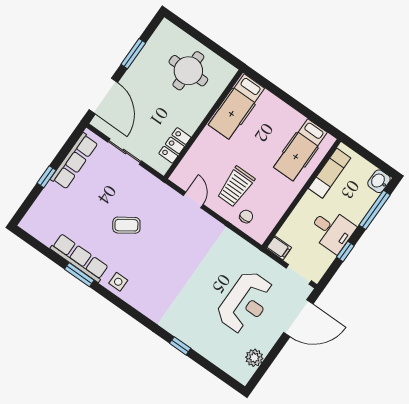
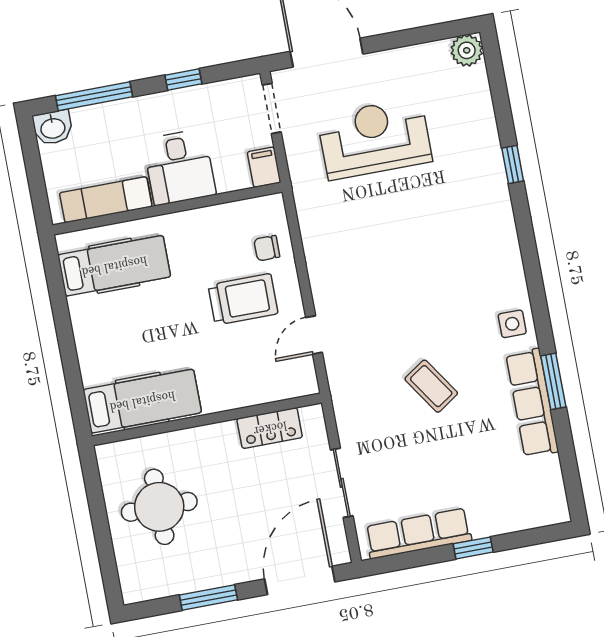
desk: (332, 230) -> (179, 167), moved, turned 180
plant: (254, 358) -> (467, 50), moved

